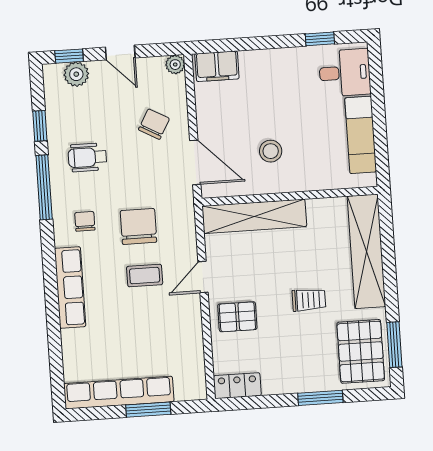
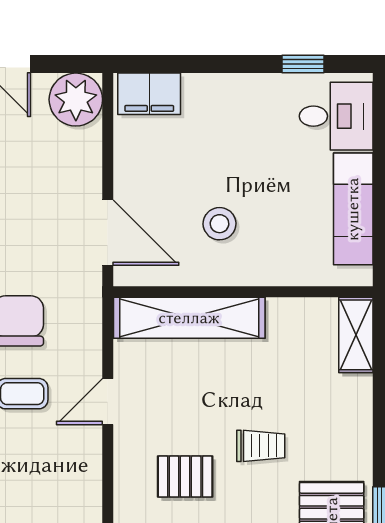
plant: (175, 65) -> (76, 100), width x1.87, depth x1.87
chair: (154, 124) -> (51, 172), removed
shelving: (366, 251) -> (356, 335), width x0.45, depth x0.75
pallet: (237, 317) -> (185, 477), moved

